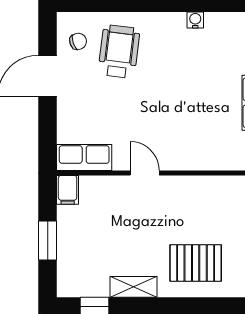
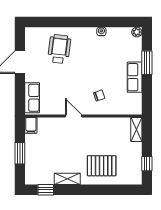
chair: (78, 41) -> (99, 96), moved
row of seats: (84, 158) -> (32, 98), moved, turned 90

